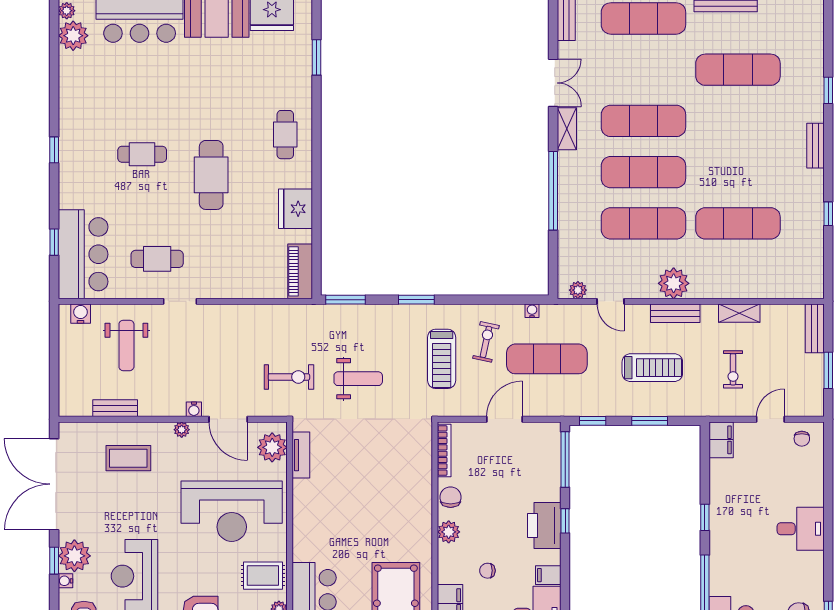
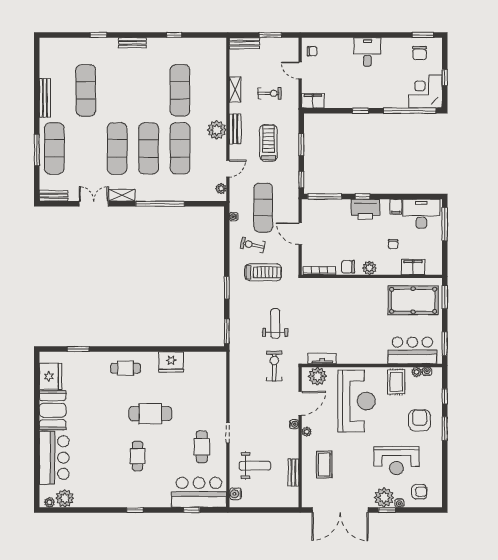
piano: (300, 271) -> (209, 359), removed

